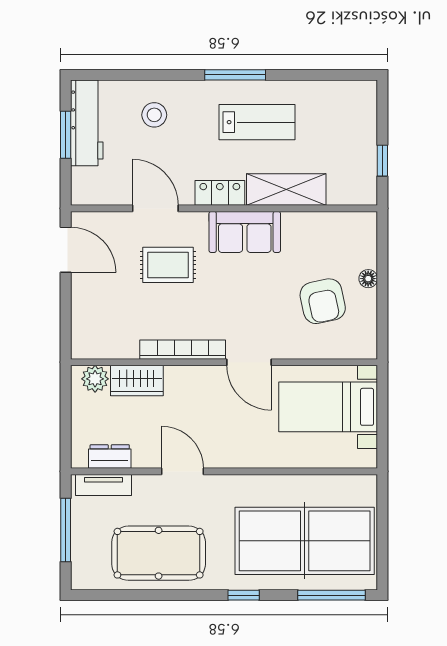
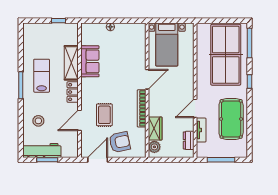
sofa: (245, 232) -> (90, 61), moved
armchair: (323, 301) -> (120, 142), moved
tv unit: (104, 485) -> (201, 130), moved

